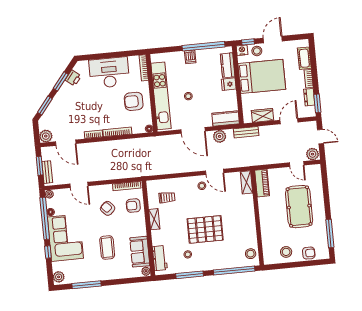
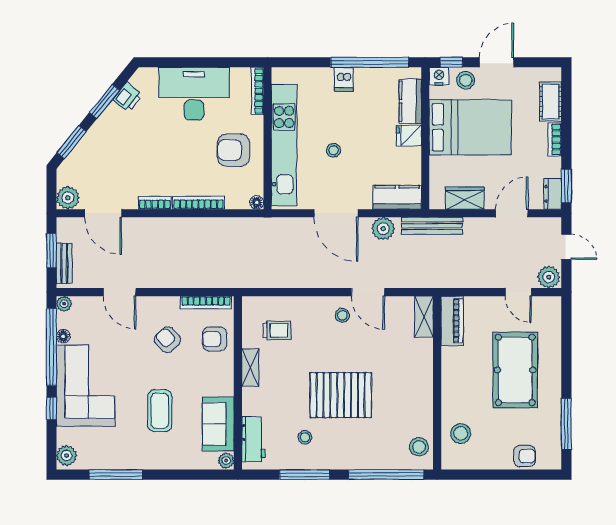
dresser: (309, 97) -> (553, 194), moved
bench: (246, 132) -> (432, 226), width x1.36
stool: (286, 252) -> (461, 433), moved

